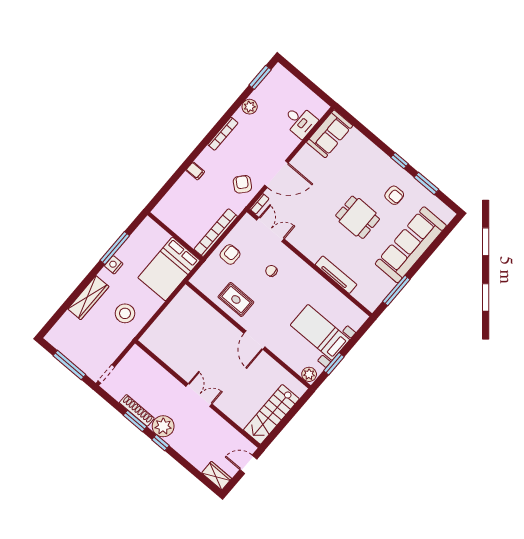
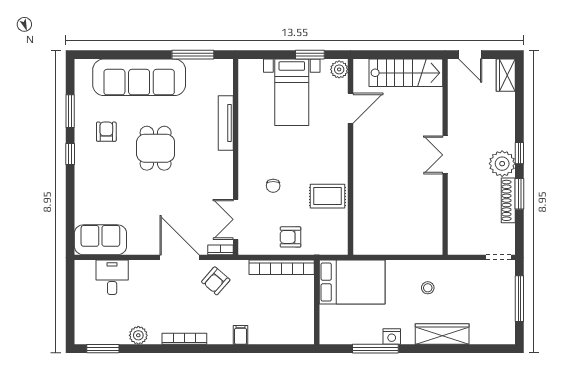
rug: (236, 299) -> (328, 196), turned 90
stool: (125, 313) -> (428, 288), width x0.53, depth x0.53
door: (254, 340) -> (351, 108), moved

